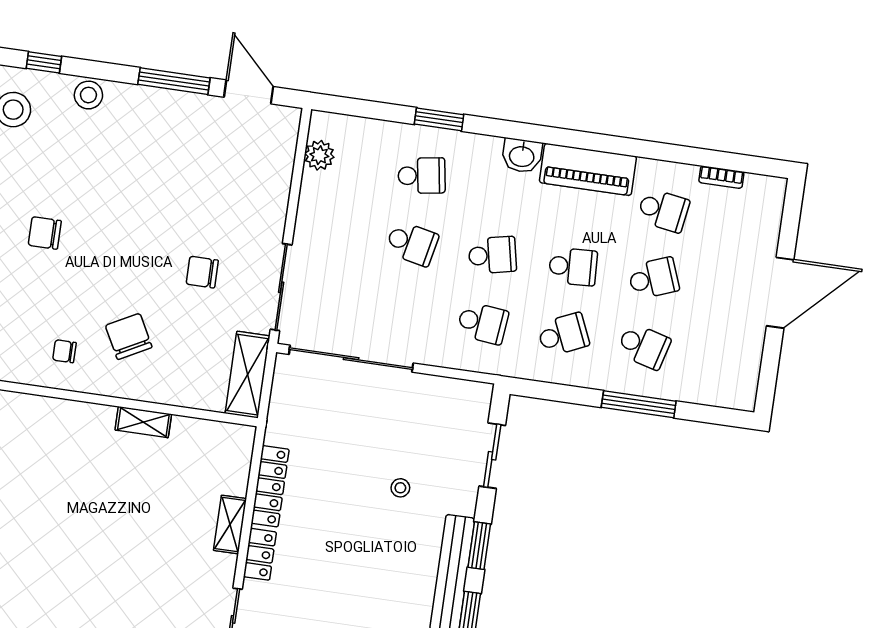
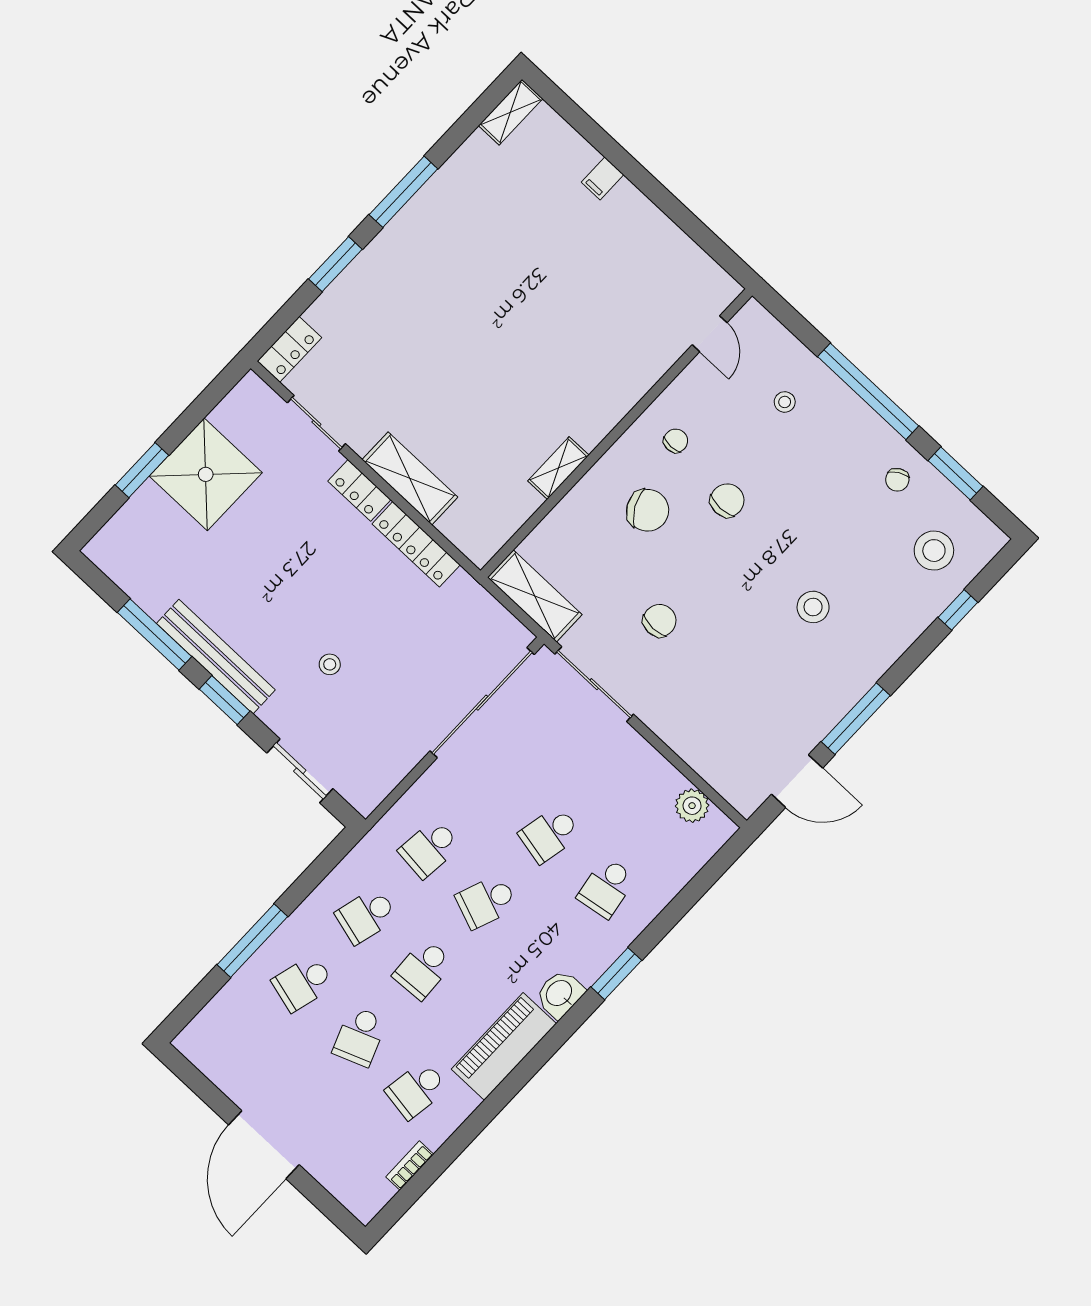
stool: (88, 95) -> (813, 607), moved
window: (439, 119) -> (616, 974), moved
chair: (45, 233) -> (727, 500), moved
school desk: (492, 255) -> (486, 902), turned 33
school desk: (563, 335) -> (366, 916), turned 39
shelving: (230, 525) -> (410, 478), width x1.50, depth x1.33

